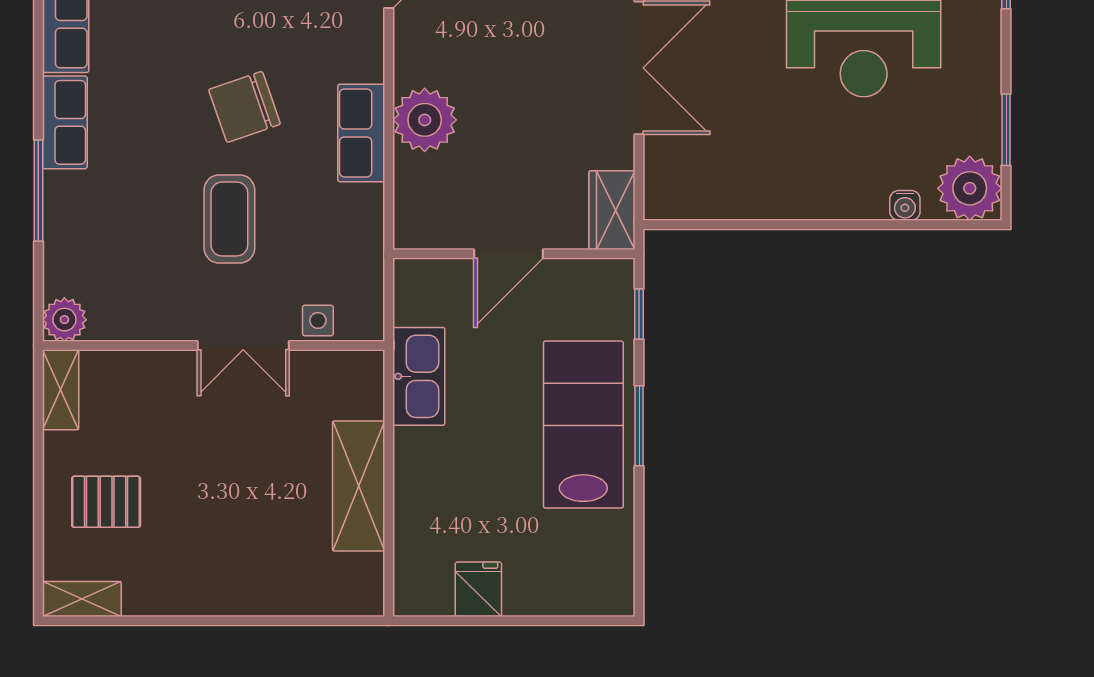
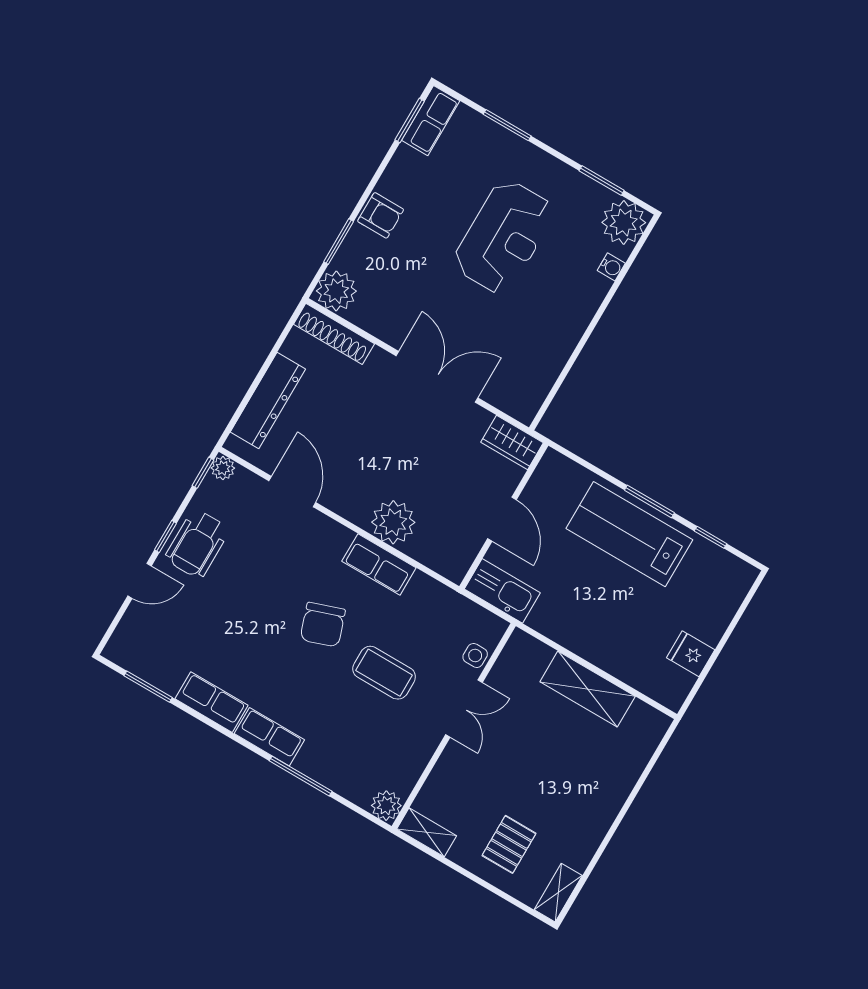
window: (639, 314) -> (710, 537), moved
kitchen sink: (419, 376) -> (502, 591), moved

